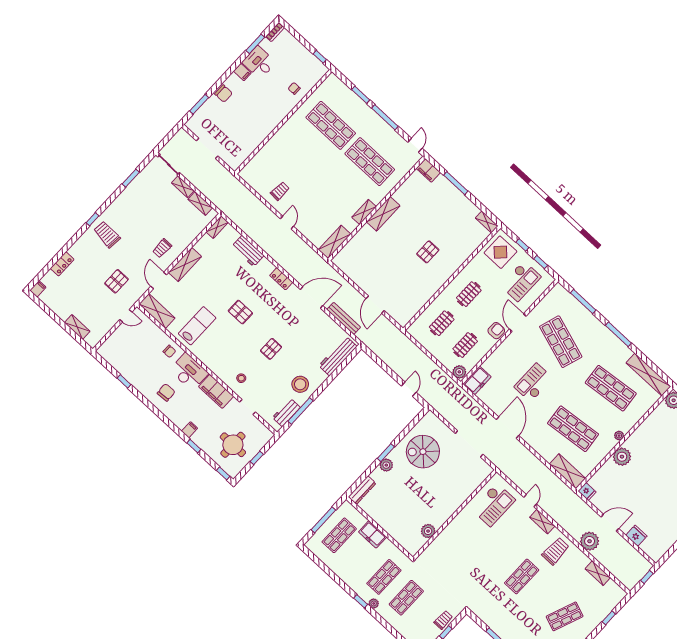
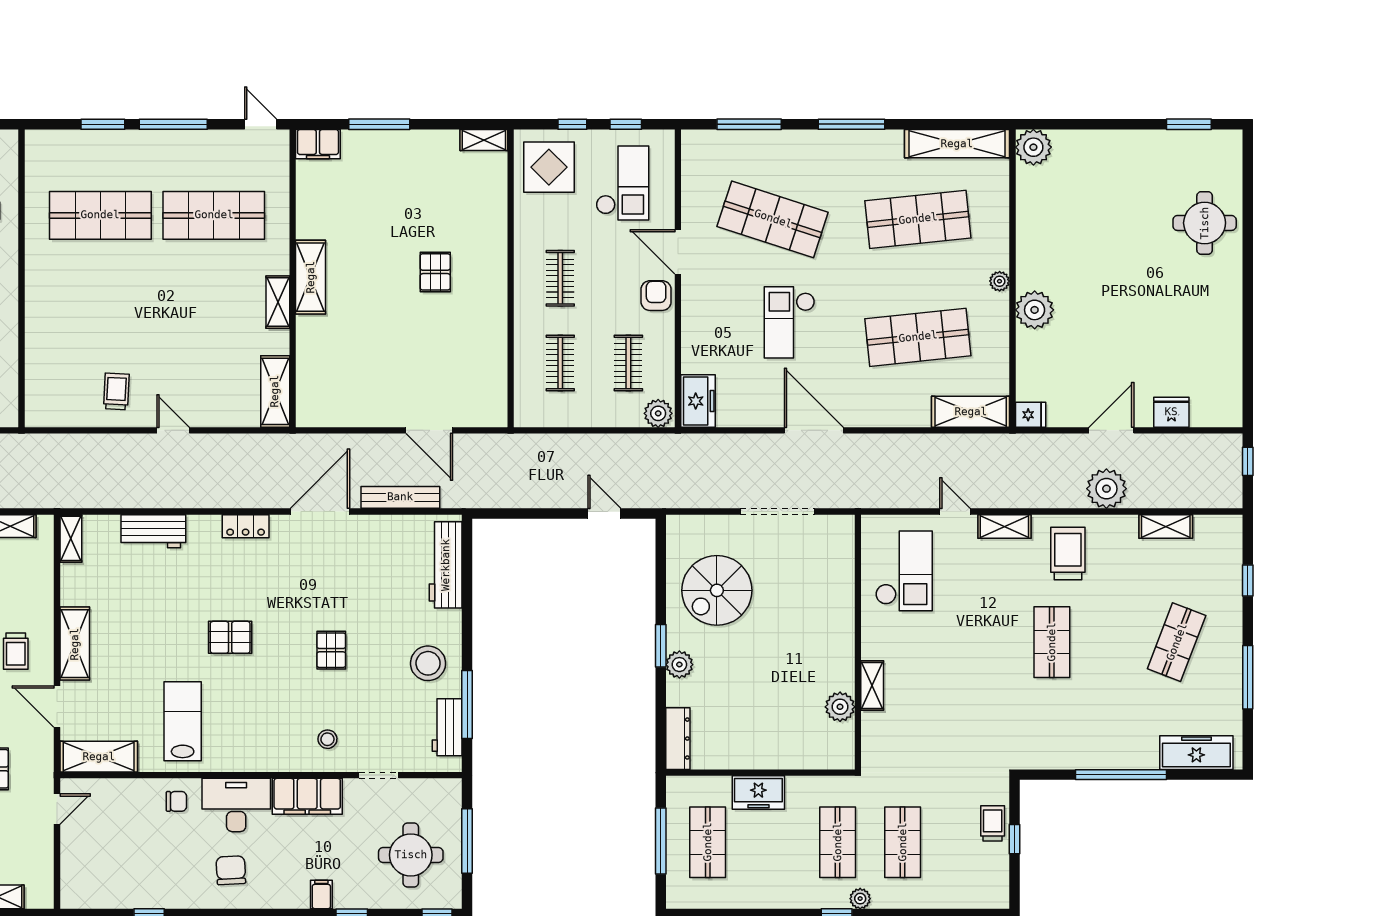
window: (257, 458) -> (467, 841), width x2.17
shelving: (446, 534) -> (872, 685), added

